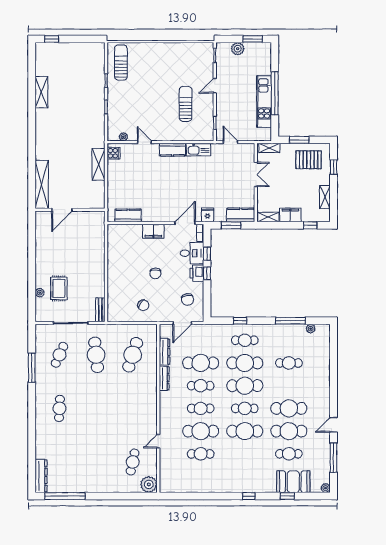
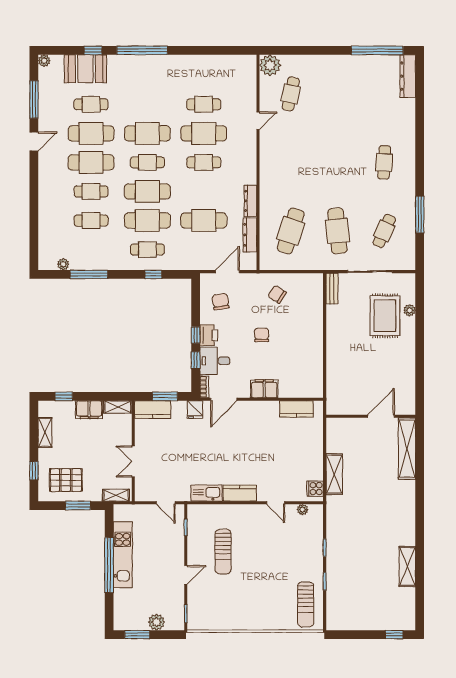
rug: (59, 288) -> (385, 316), width x1.36, depth x1.43
cafe table: (201, 386) -> (91, 191), moved
window: (249, 496) -> (142, 50), width x3.17

